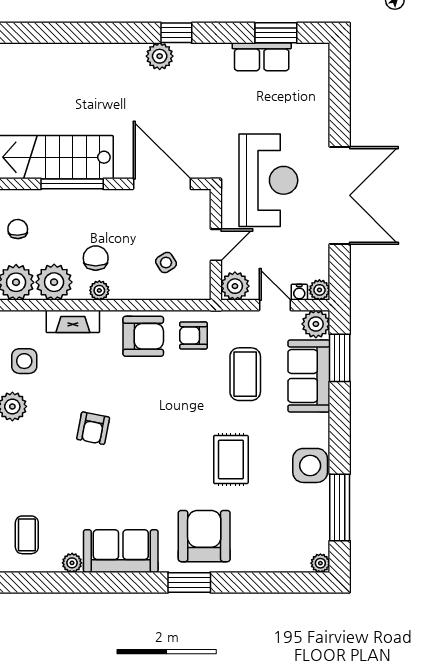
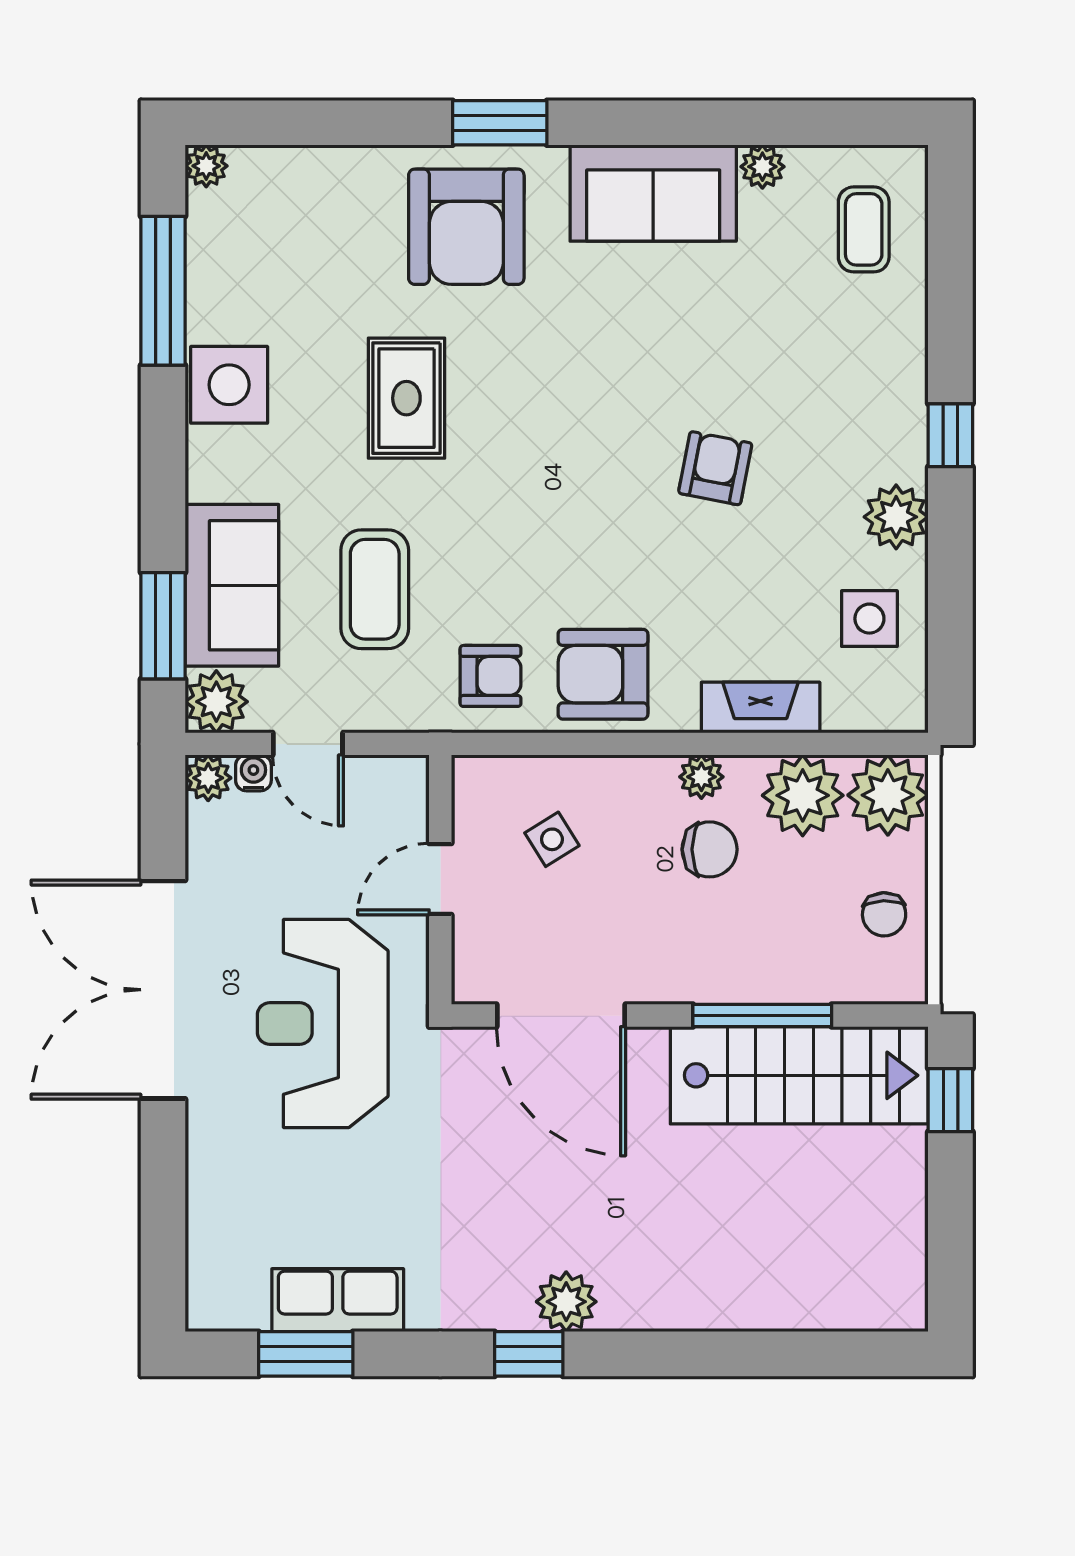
chair: (96, 258) -> (710, 849), turned -90
plant: (235, 286) -> (397, 787), removed

